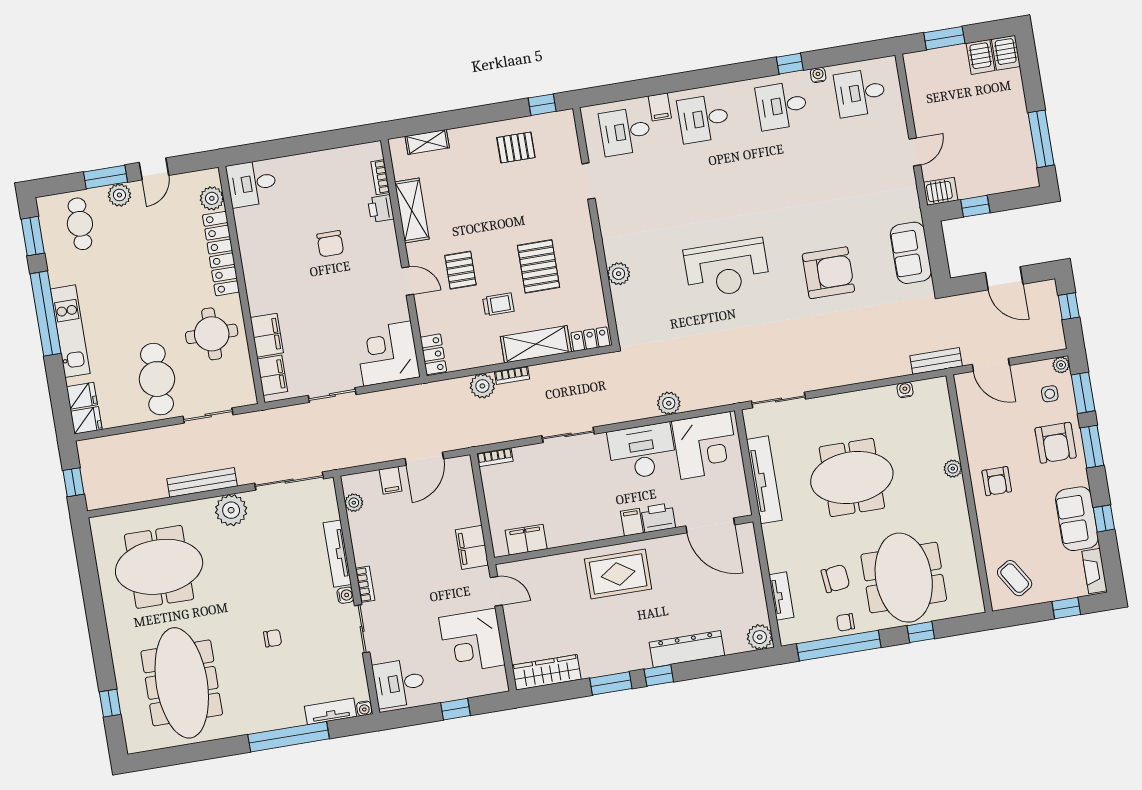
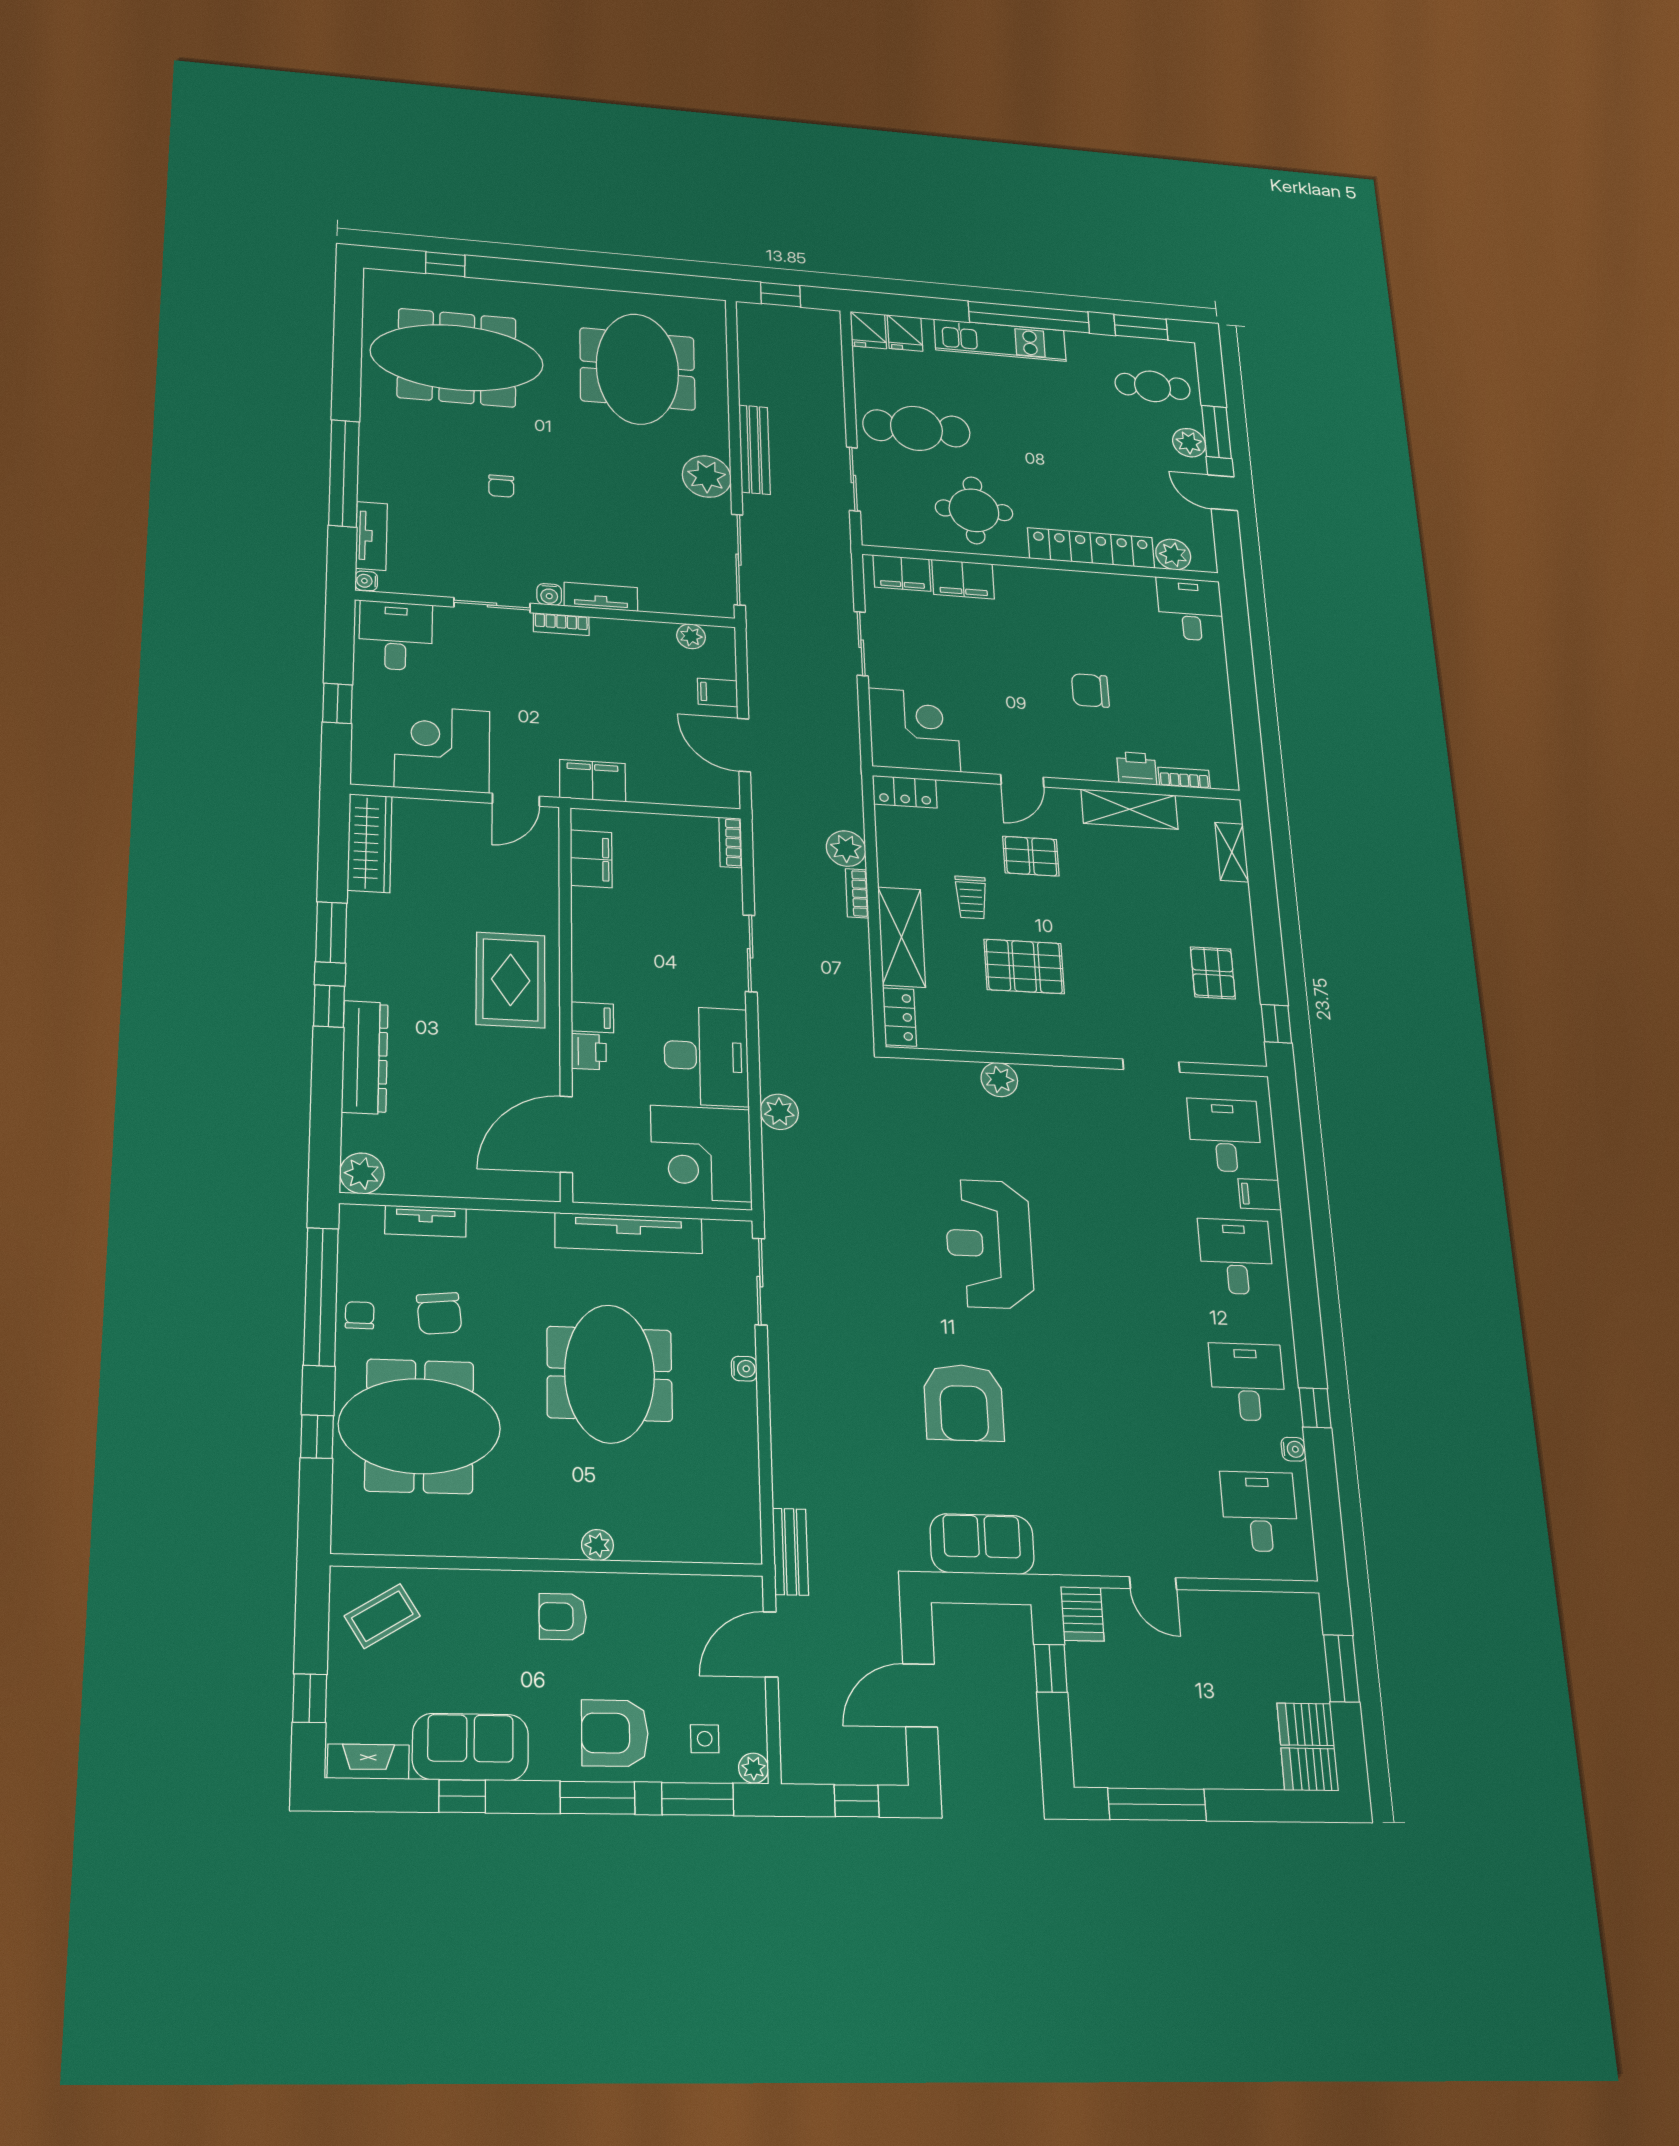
water cooler: (905, 390) -> (744, 1369), moved
printer: (658, 518) -> (589, 1052), width x0.73, depth x0.81
tv unit: (337, 554) -> (601, 597), width x0.71

